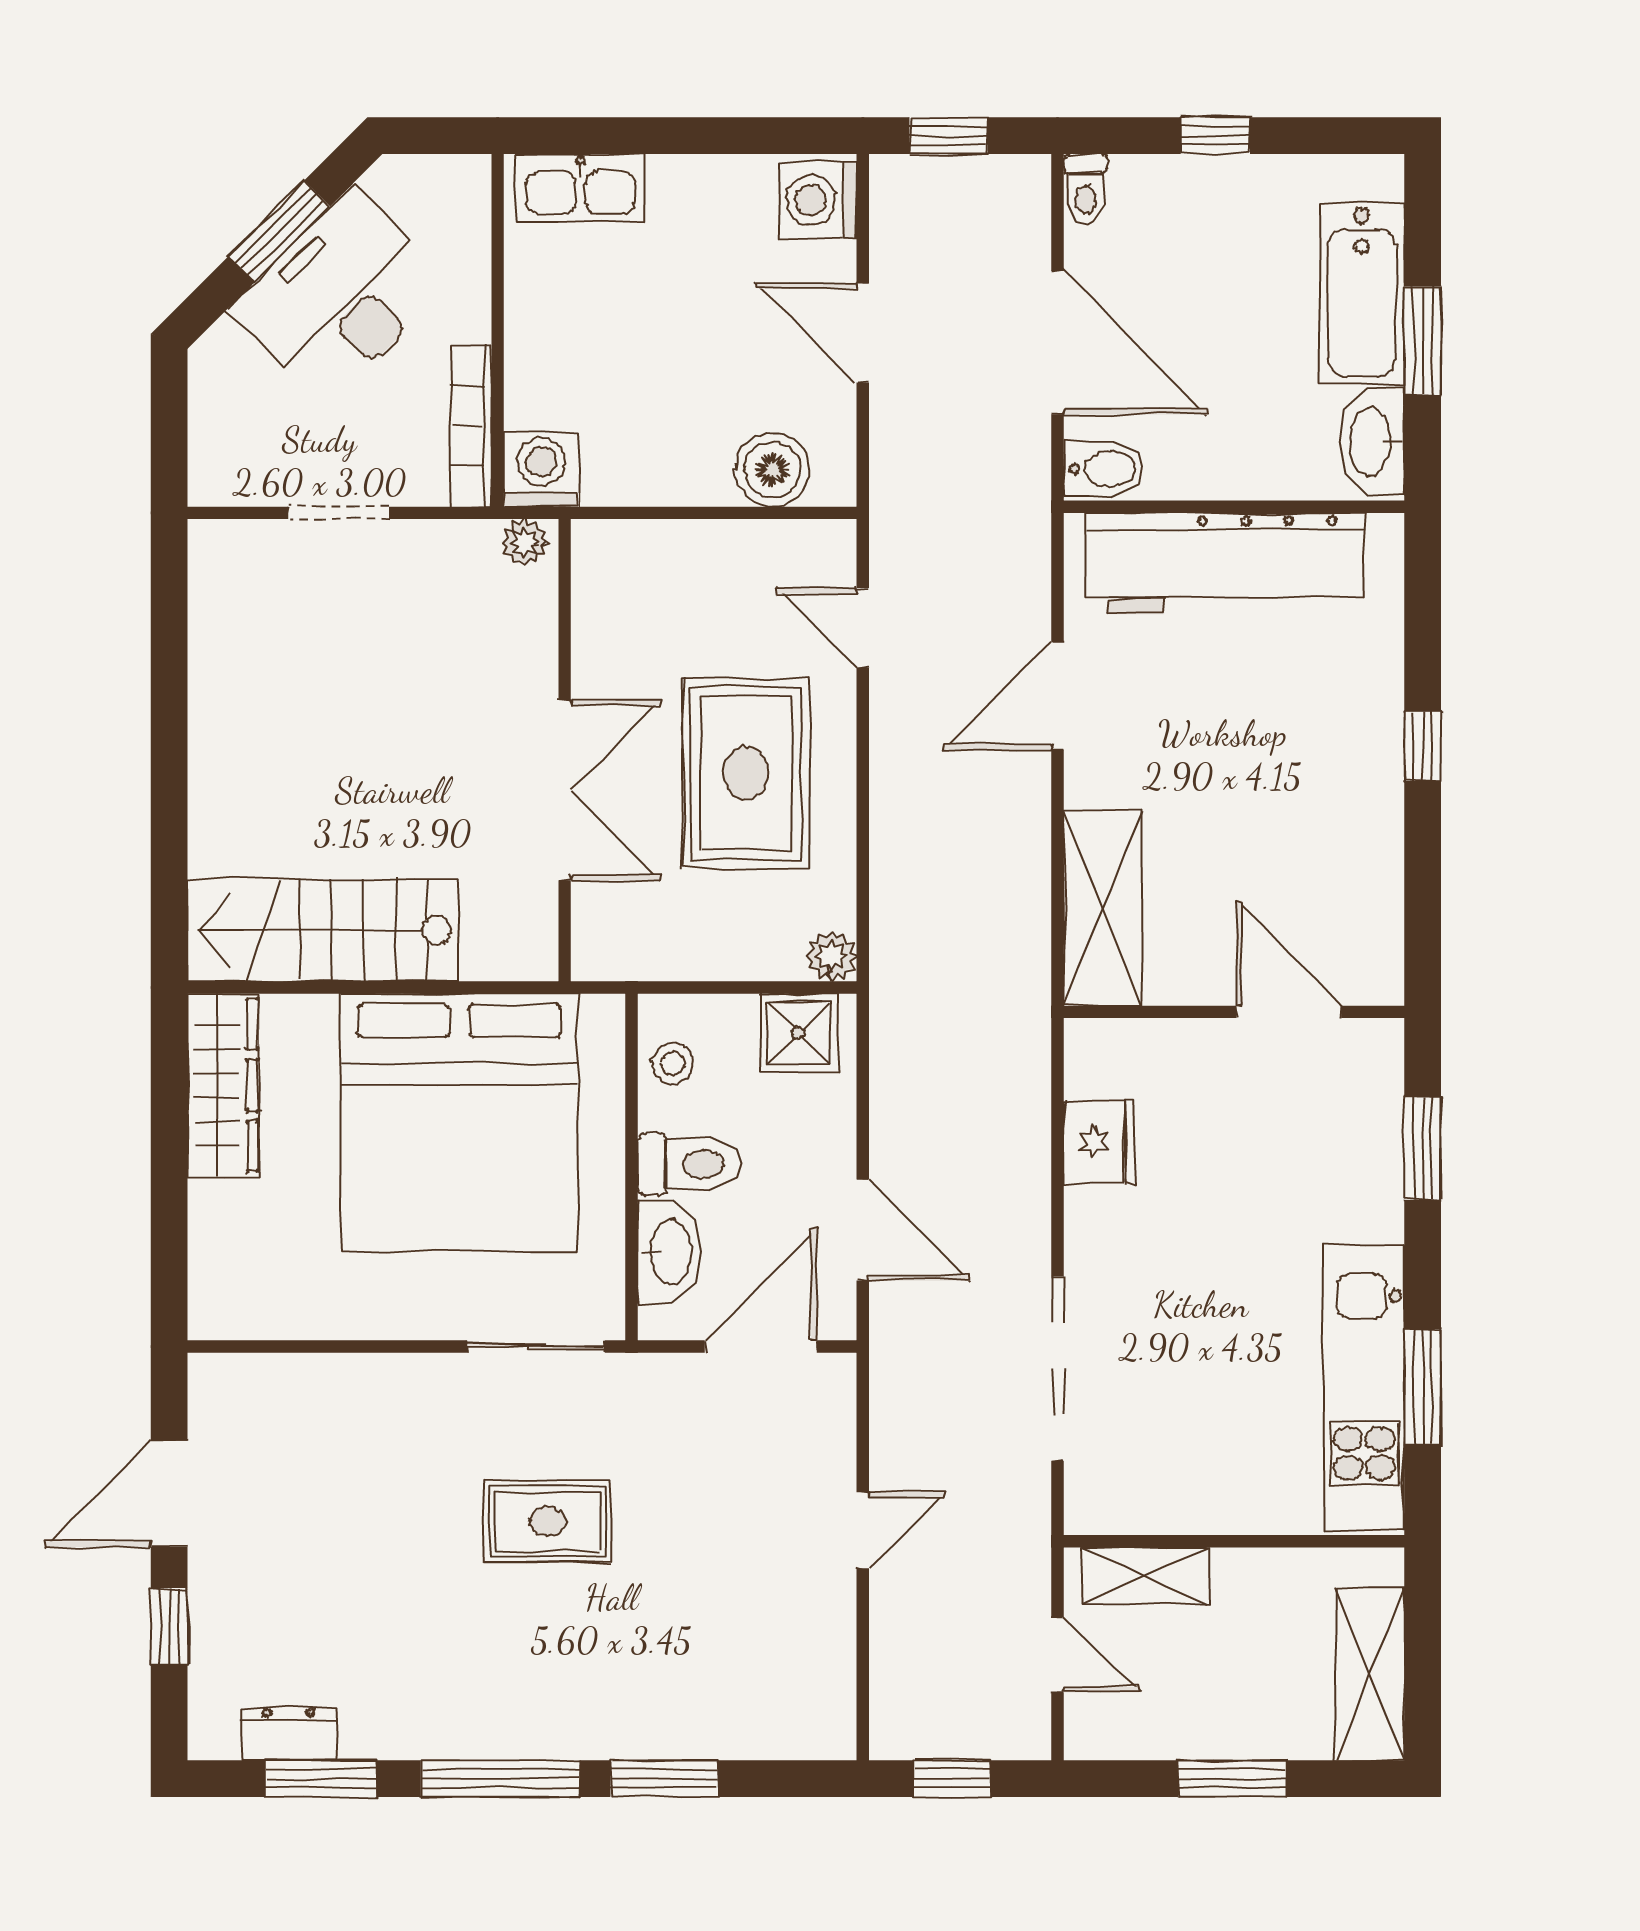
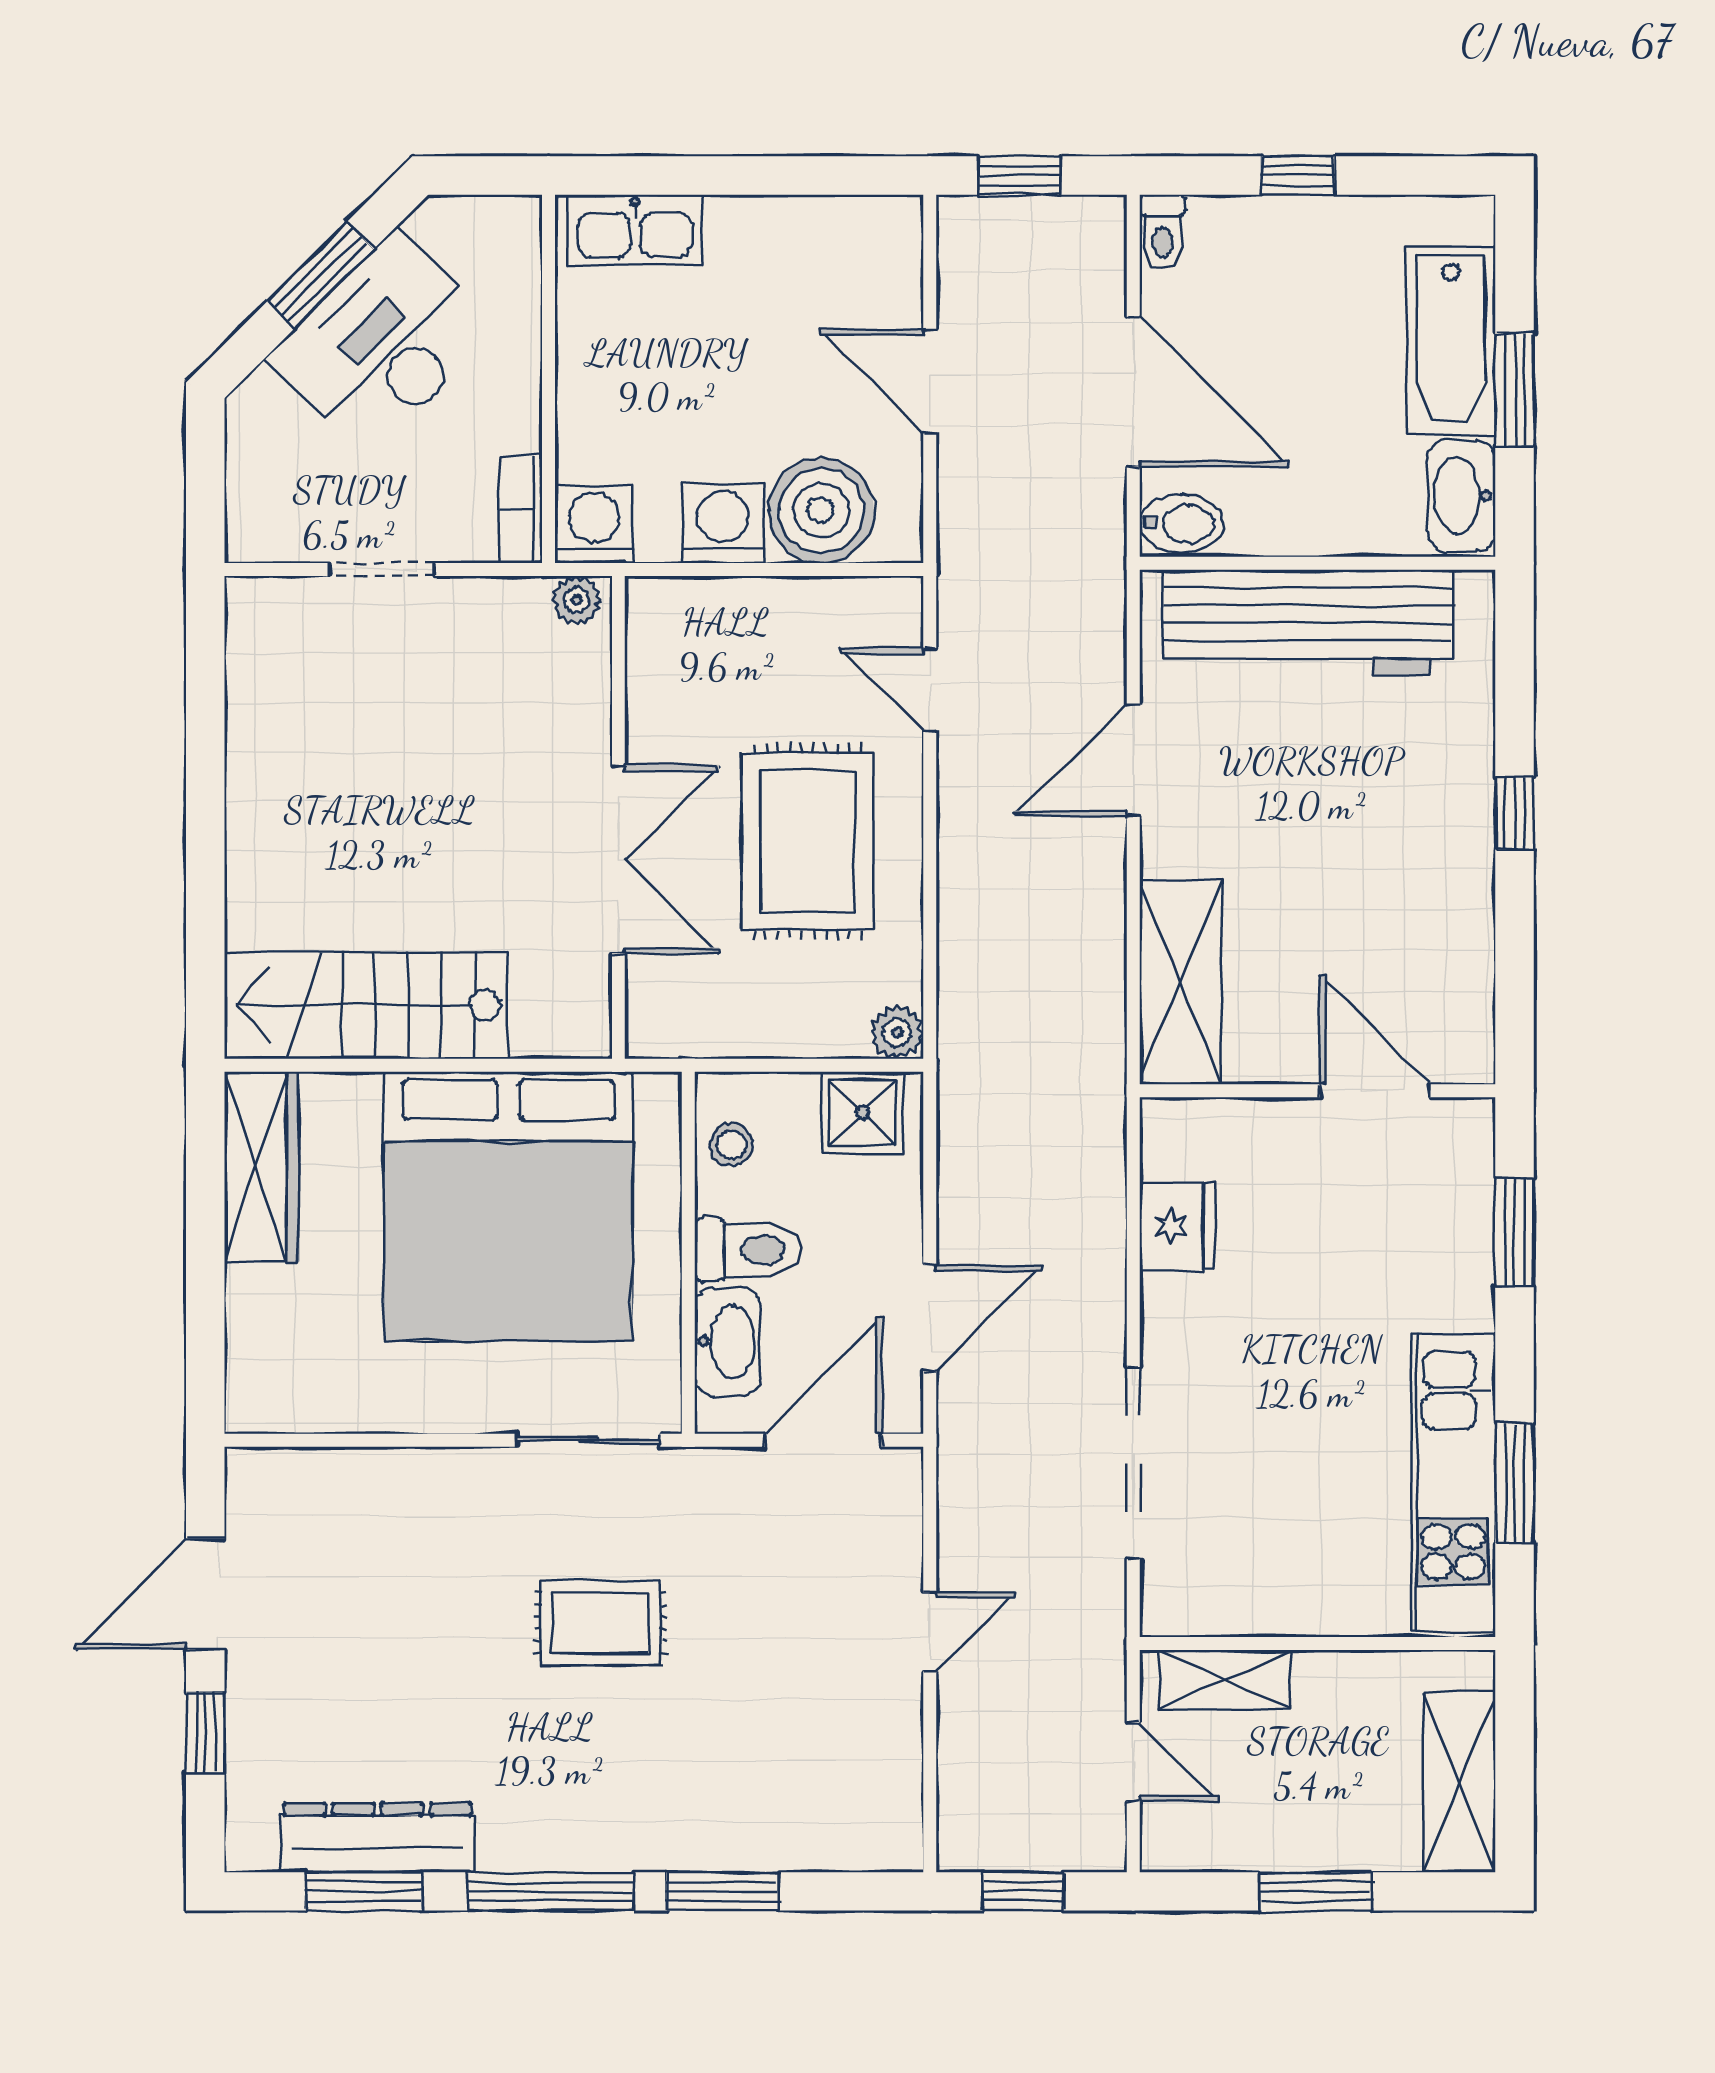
washing machine: (818, 200) -> (723, 523), moved, turned 90
bookcase: (471, 426) -> (521, 509), width x0.64
boiler: (772, 470) -> (821, 510), width x1.37, depth x1.37
door: (863, 1230) -> (930, 1318), hinge flipped
dresser: (288, 1734) -> (378, 1838), width x1.96, depth x1.24

